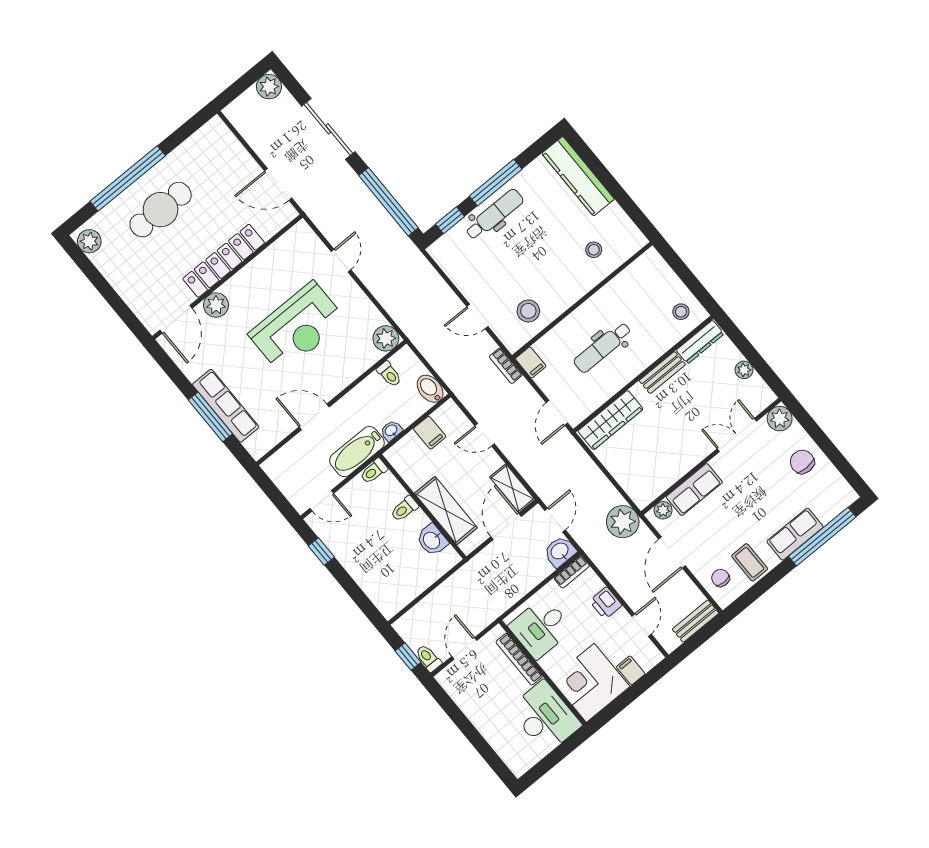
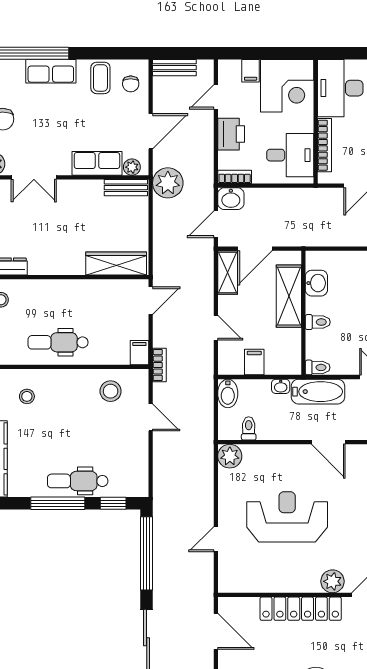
dental chair: (603, 347) -> (58, 342), moved, turned 180
bench: (662, 373) -> (126, 188), moved
printer: (606, 603) -> (231, 134), width x1.36, depth x1.24

